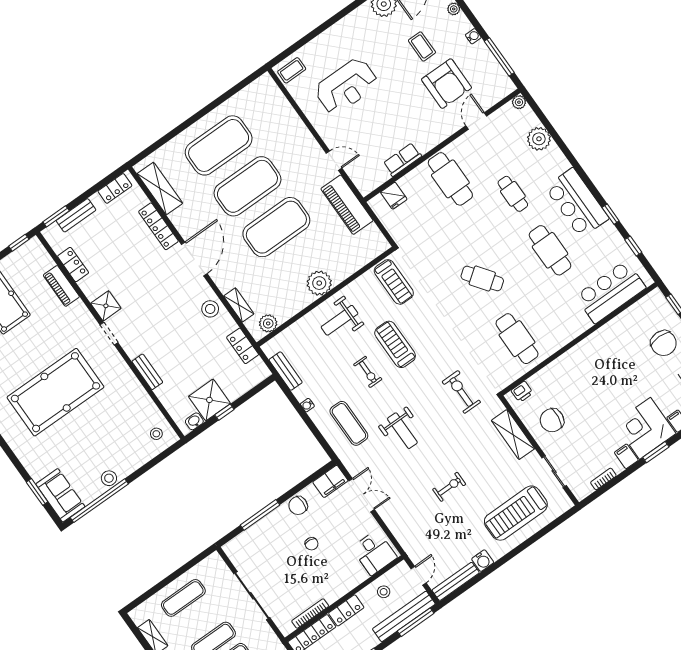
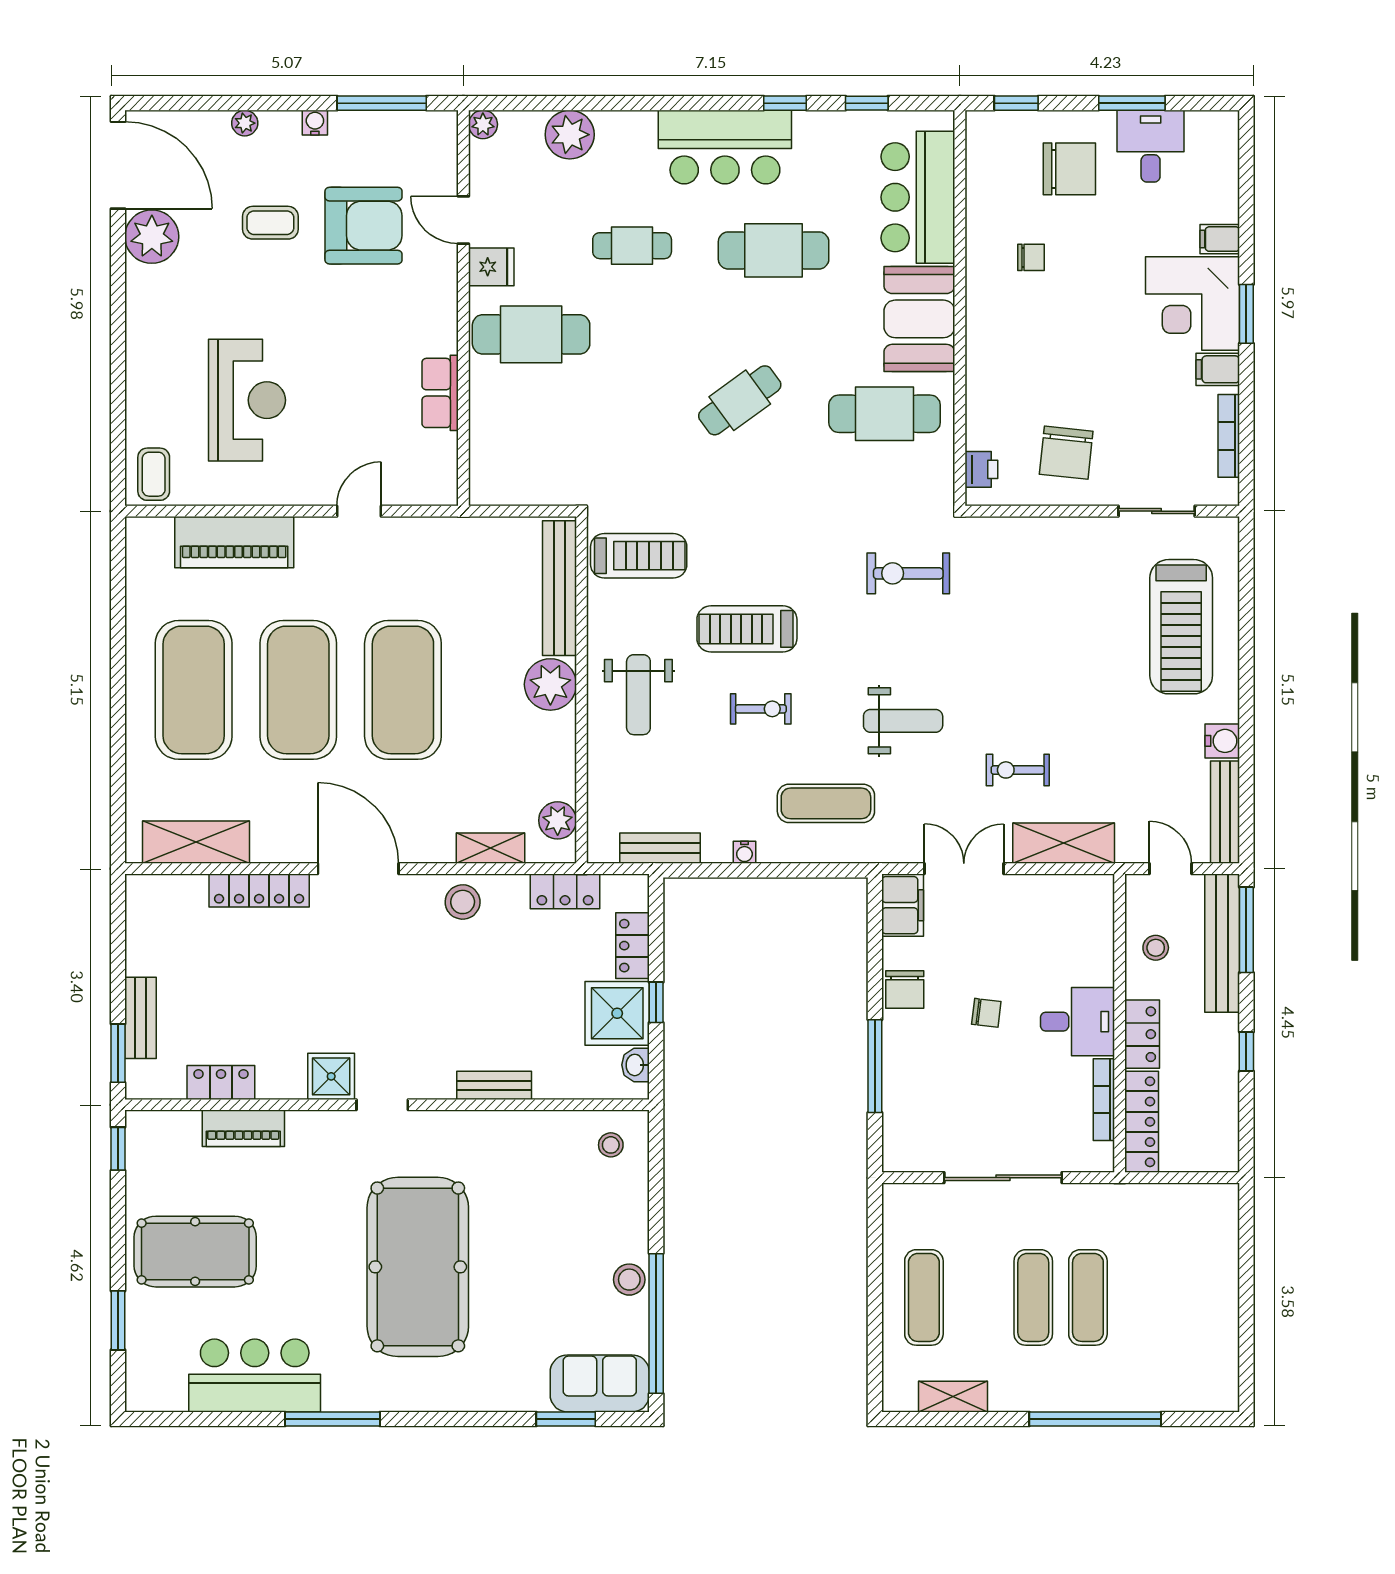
locker: (115, 188) -> (633, 946), moved, turned 180
fridge: (394, 196) -> (491, 267), moved
piano: (347, 205) -> (234, 542), moved
bench: (359, 260) -> (559, 588), added
booth: (564, 326) -> (919, 319), added
chair: (618, 353) -> (1031, 257), added
shelving: (513, 435) -> (1064, 843), moved
bookcase: (603, 479) -> (1229, 436), width x1.56
exercise bike: (449, 487) -> (1018, 770), moved, turned -90
desk: (374, 553) -> (1077, 1022), moved

